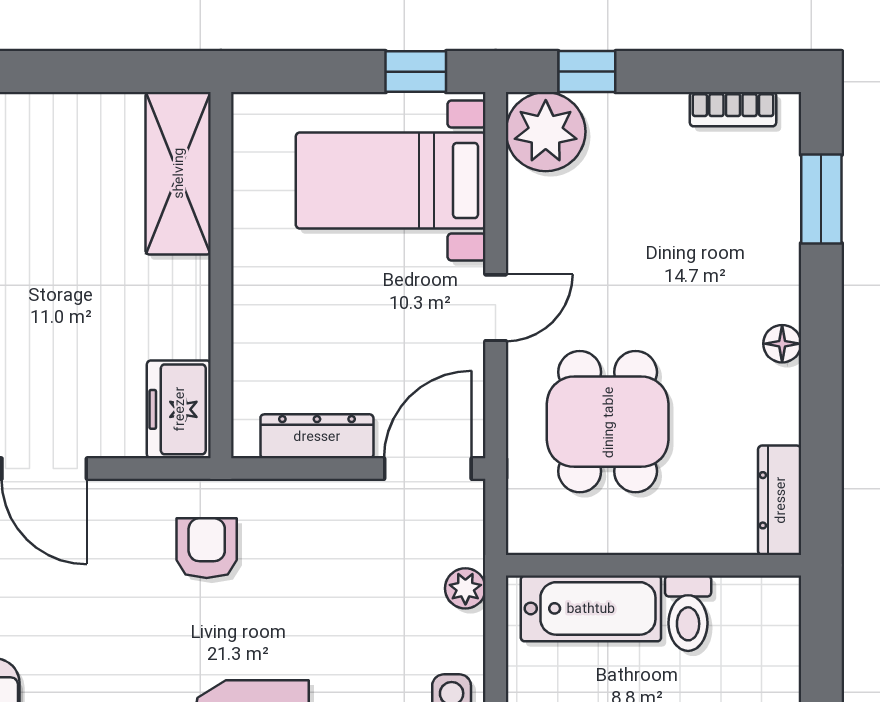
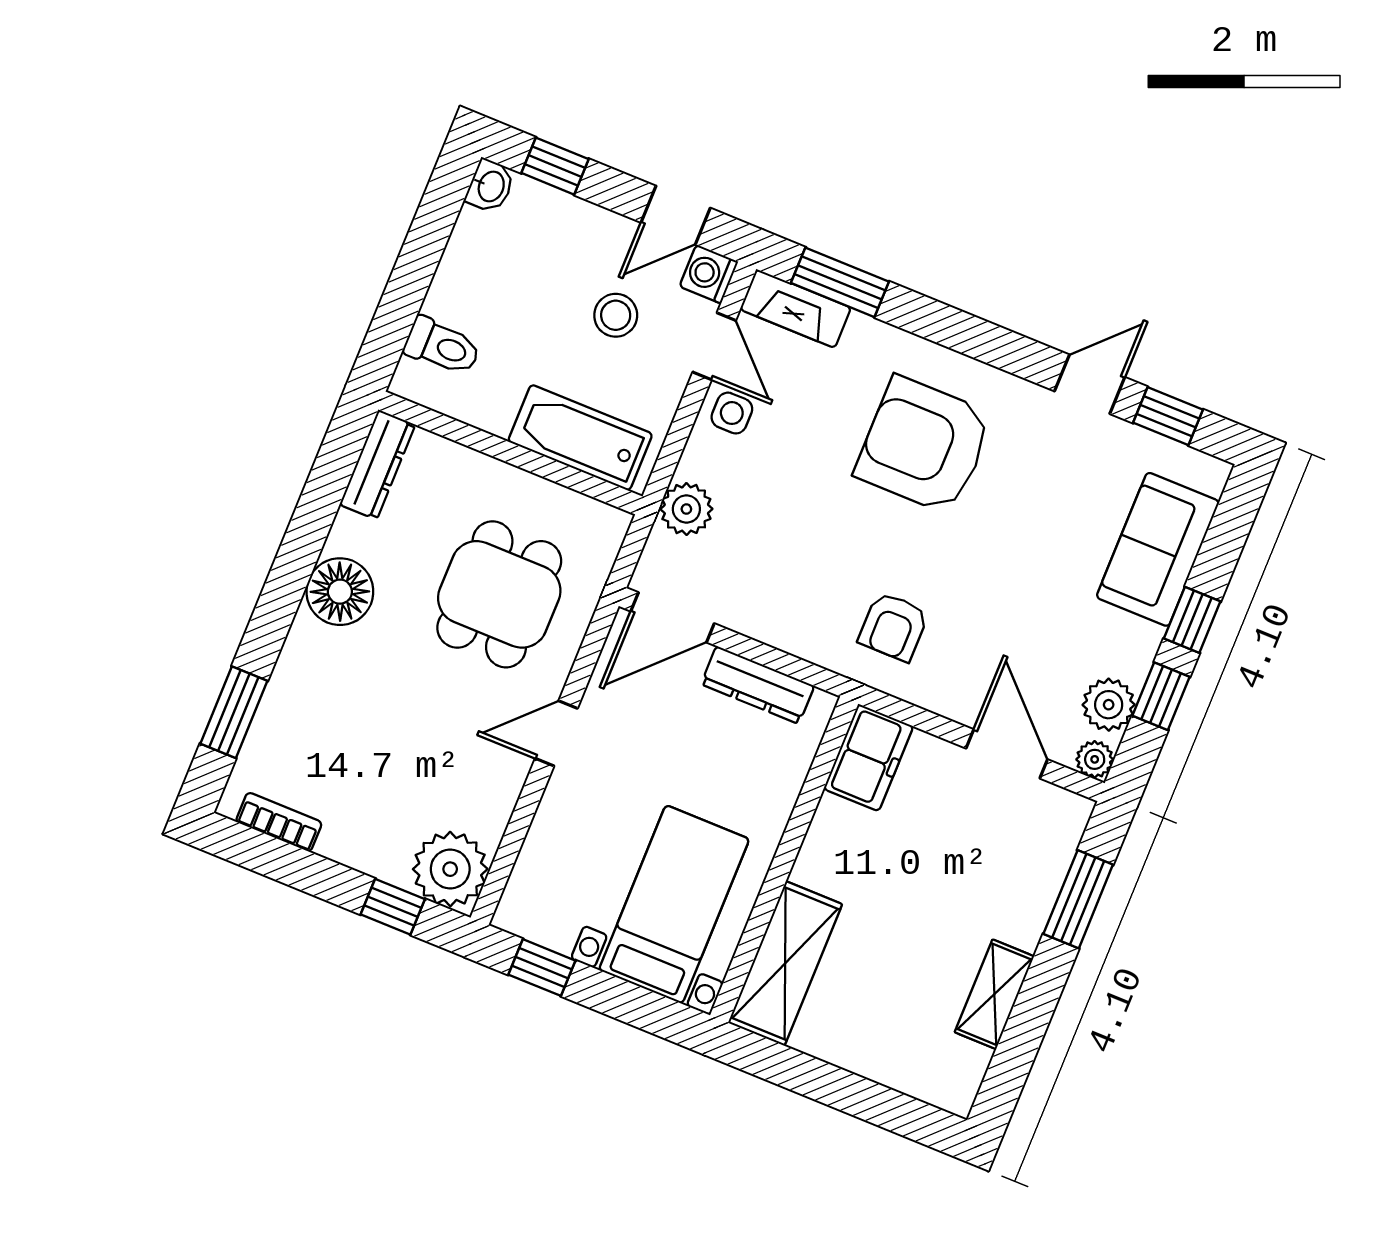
bed with nightstands: (391, 181) -> (674, 904), moved, turned -90
floor lamp: (782, 344) -> (340, 592), width x1.89, depth x1.89
plant: (465, 588) -> (686, 509), width x1.38, depth x1.38
toilet: (688, 613) -> (442, 346), moved, turned 90

